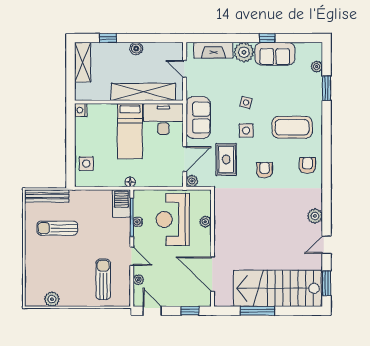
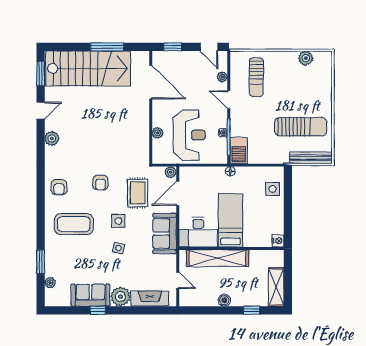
sun lounger: (57, 228) -> (301, 127), width x1.36, depth x1.34

